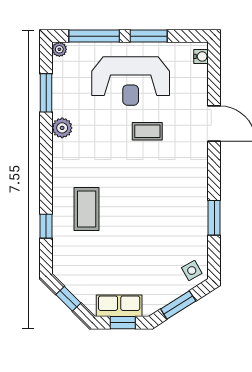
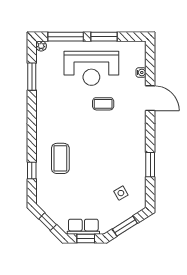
water cooler: (201, 56) -> (141, 72), moved
plant: (62, 128) -> (43, 101), removed
side table: (192, 270) -> (121, 193), moved

